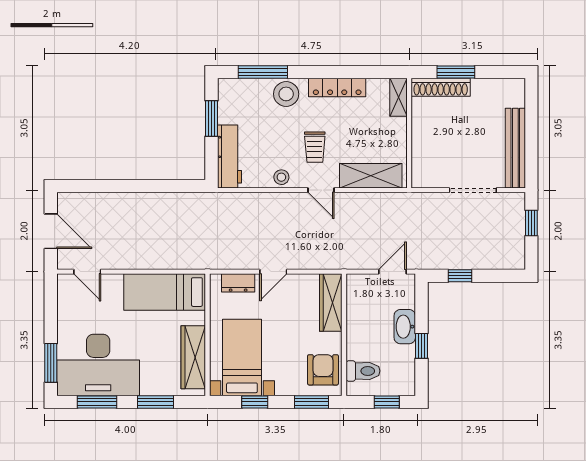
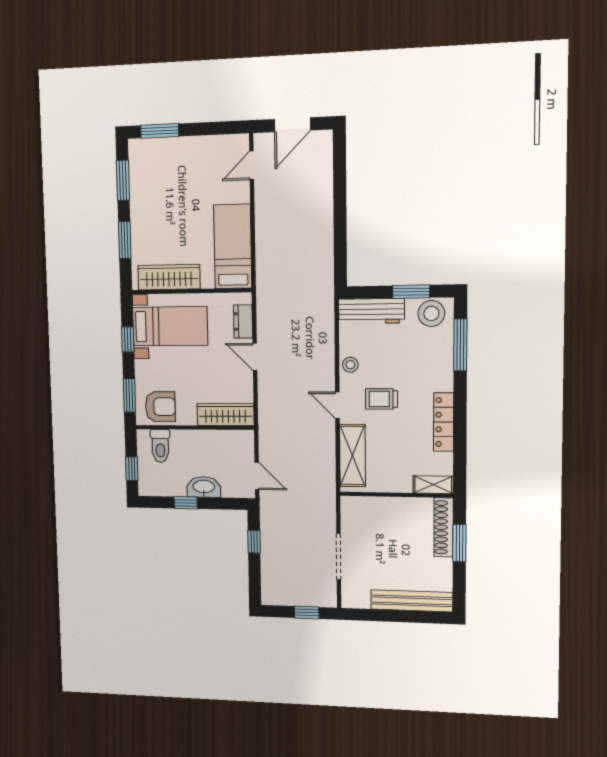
stool: (286, 94) -> (431, 313), moved
bench: (515, 148) -> (412, 601), moved
door: (321, 190) -> (337, 405), hinge flipped
desk: (98, 365) -> (159, 180), removed

